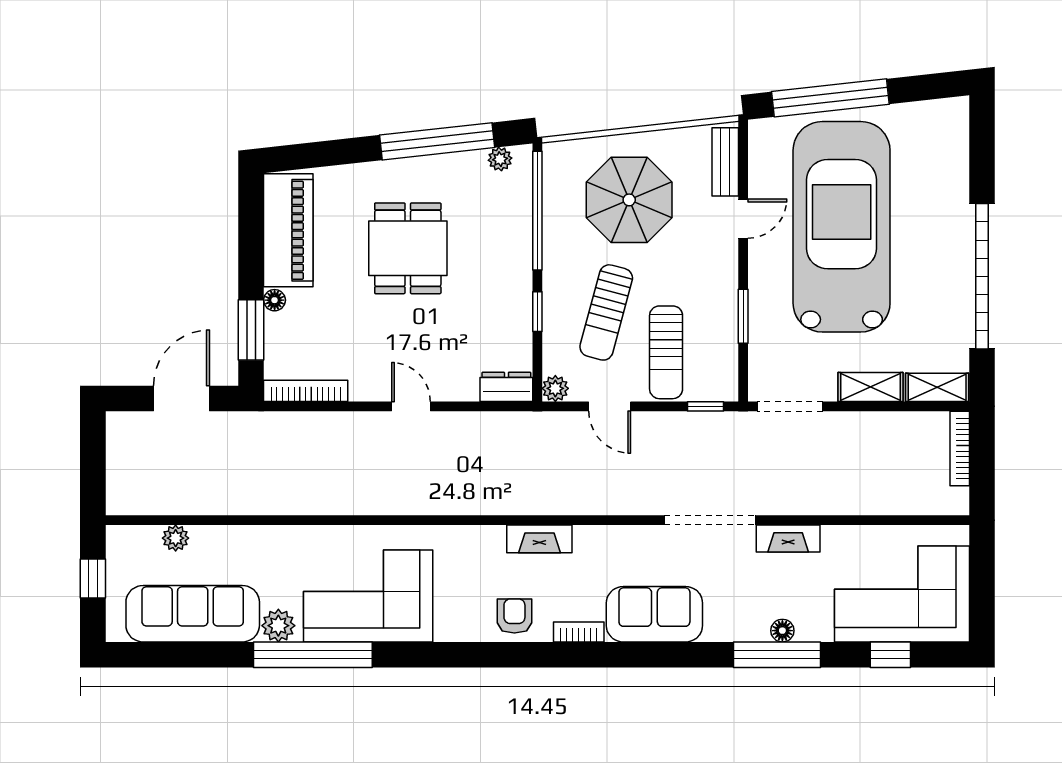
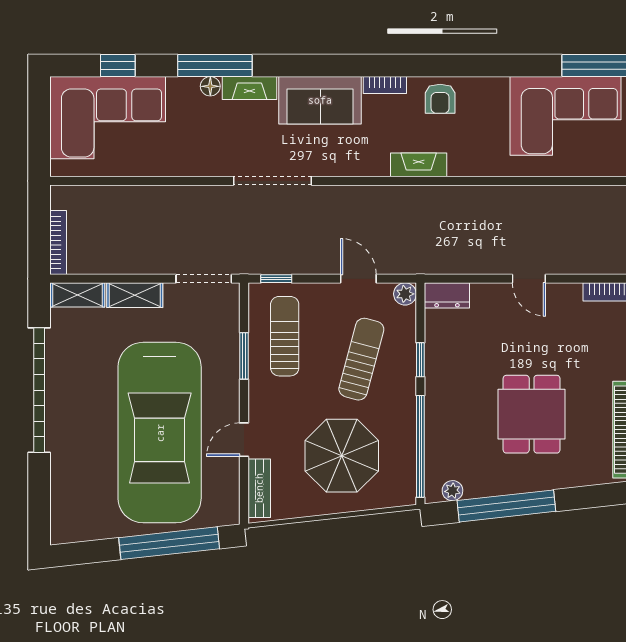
sun lounger: (666, 352) -> (285, 336), moved
fireplace: (788, 539) -> (249, 88), moved, turned 180

